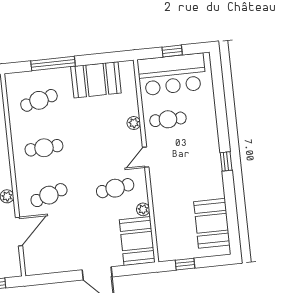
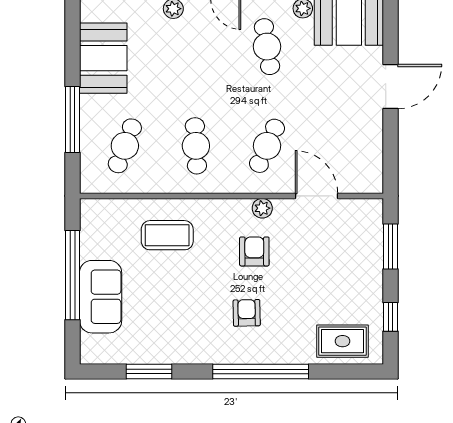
cafe table: (39, 100) -> (125, 146), turned 36
cafe table: (49, 195) -> (267, 146), turned 42

